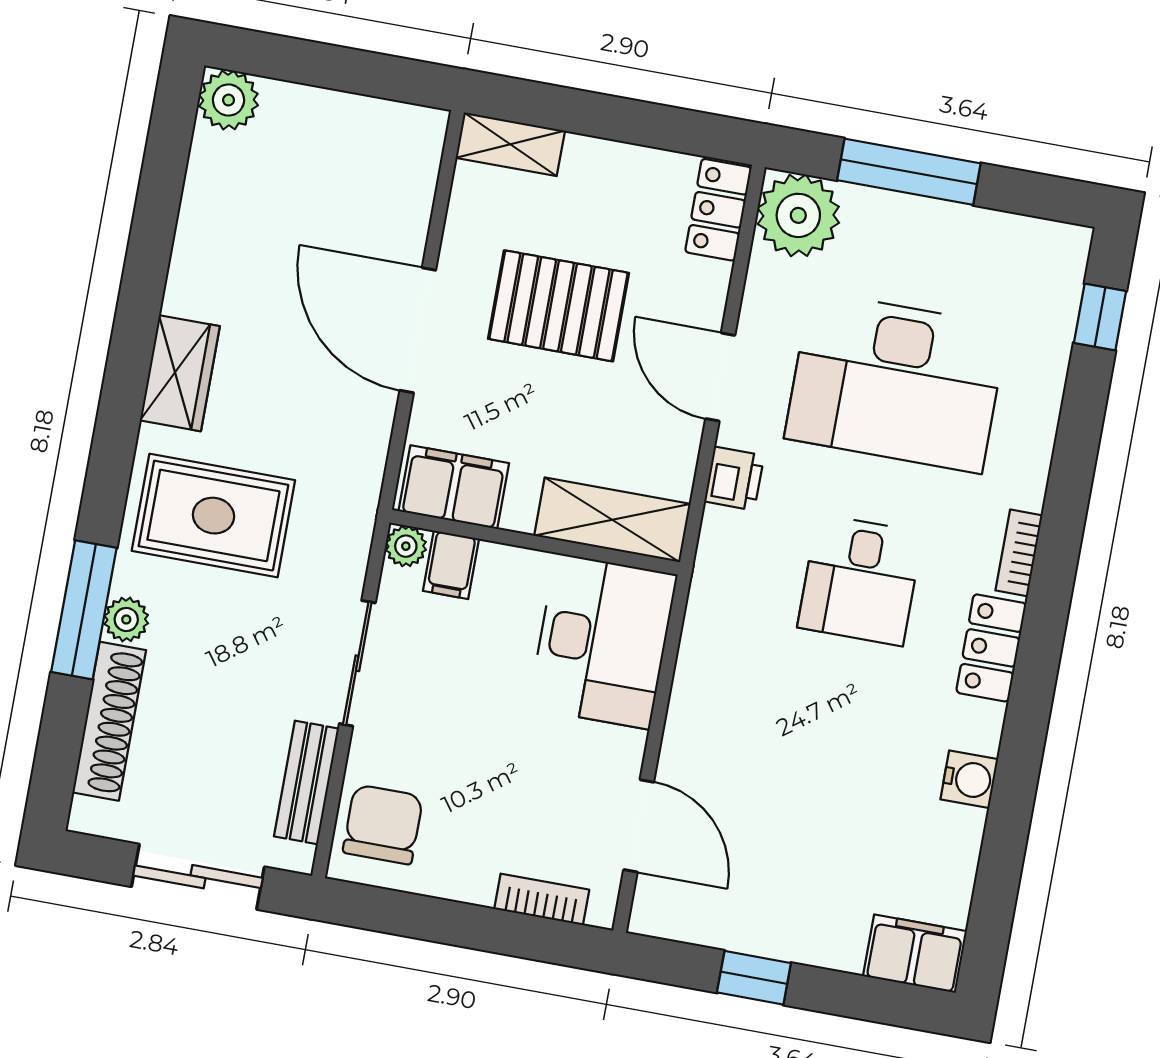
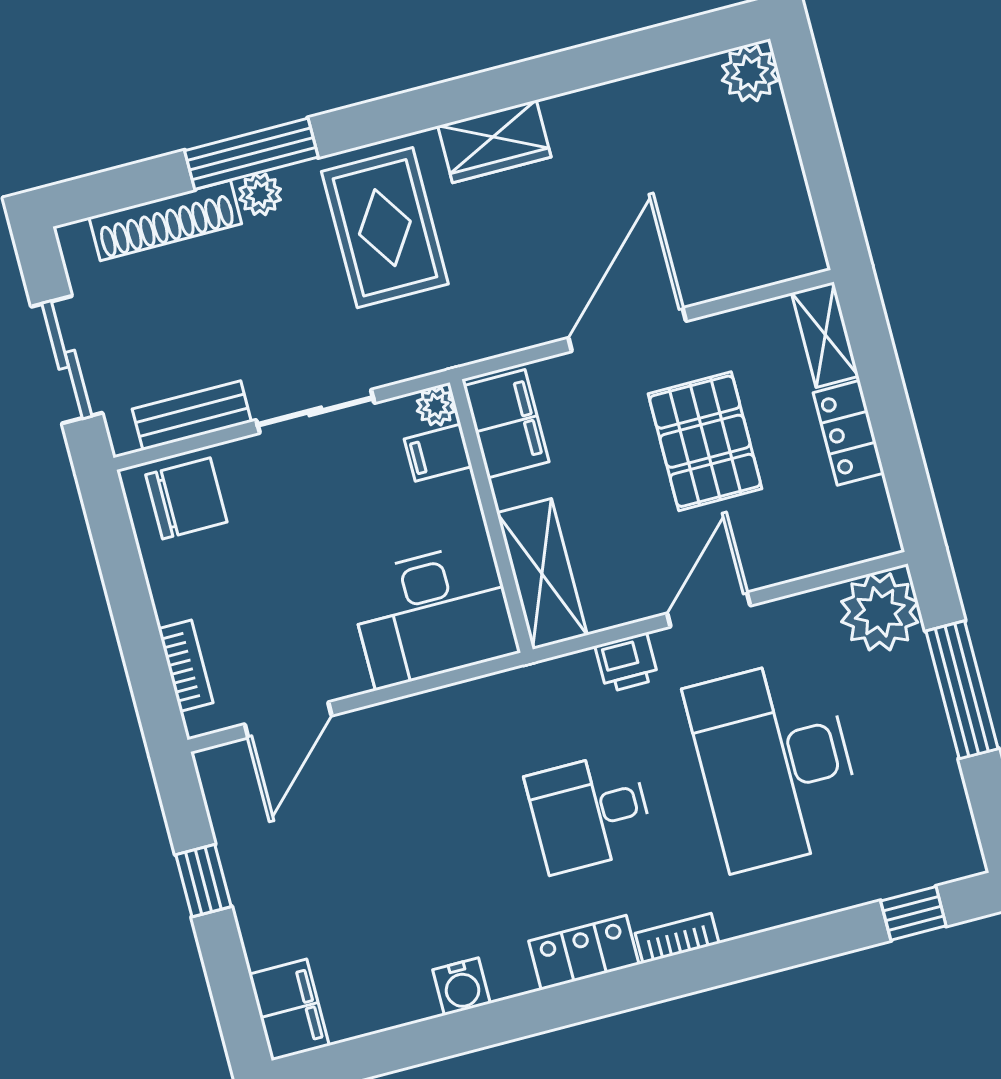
locker: (718, 210) -> (849, 433), moved, turned -90

